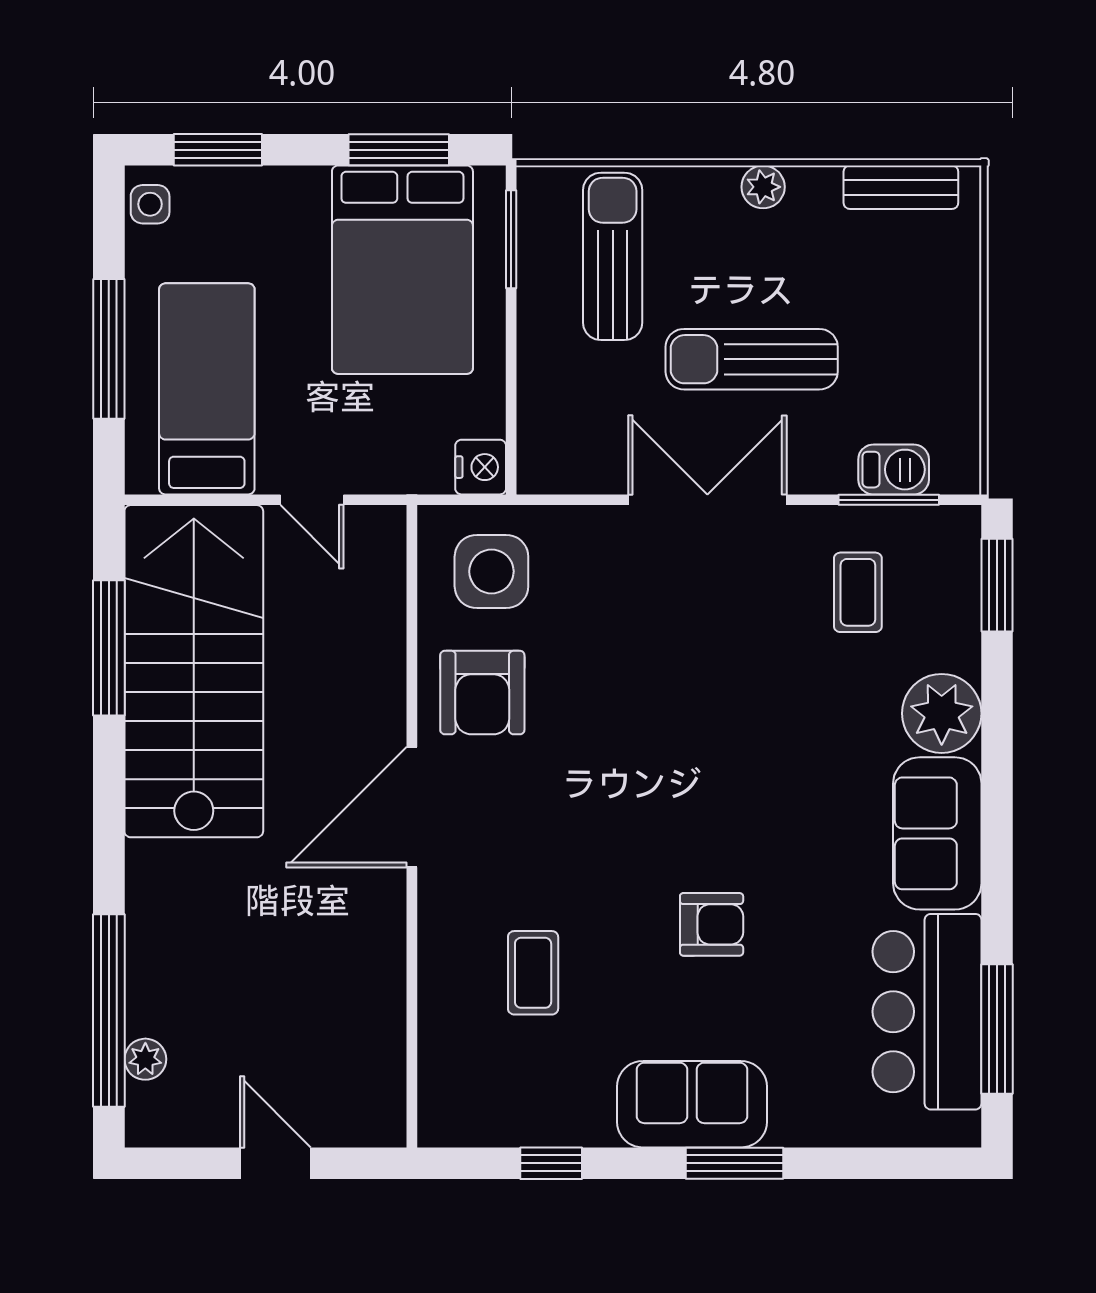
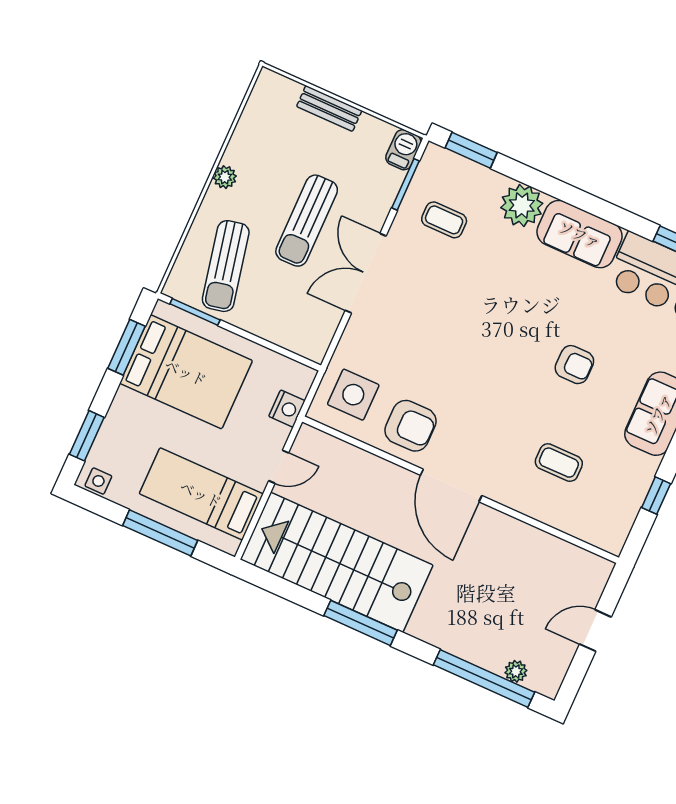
bench: (901, 187) -> (329, 108), moved, turned 90
sun lounger: (613, 256) -> (226, 266), turned -102
nightstand: (481, 467) -> (287, 409), moved, turned 90
barbecue: (894, 470) -> (403, 150), moved
window: (109, 648) -> (360, 623), moved
armchair: (712, 924) -> (574, 365), turned 90

